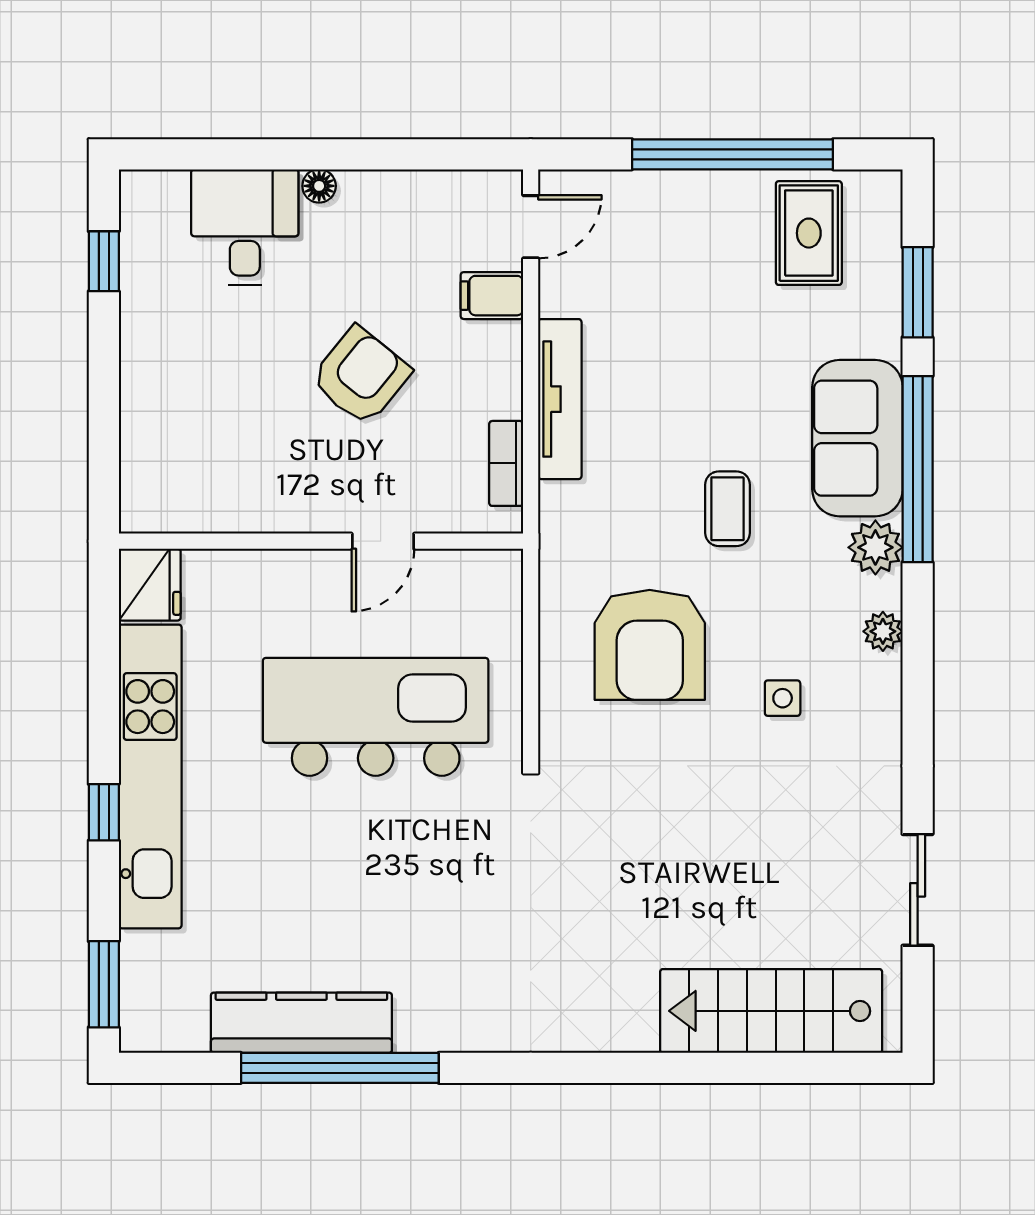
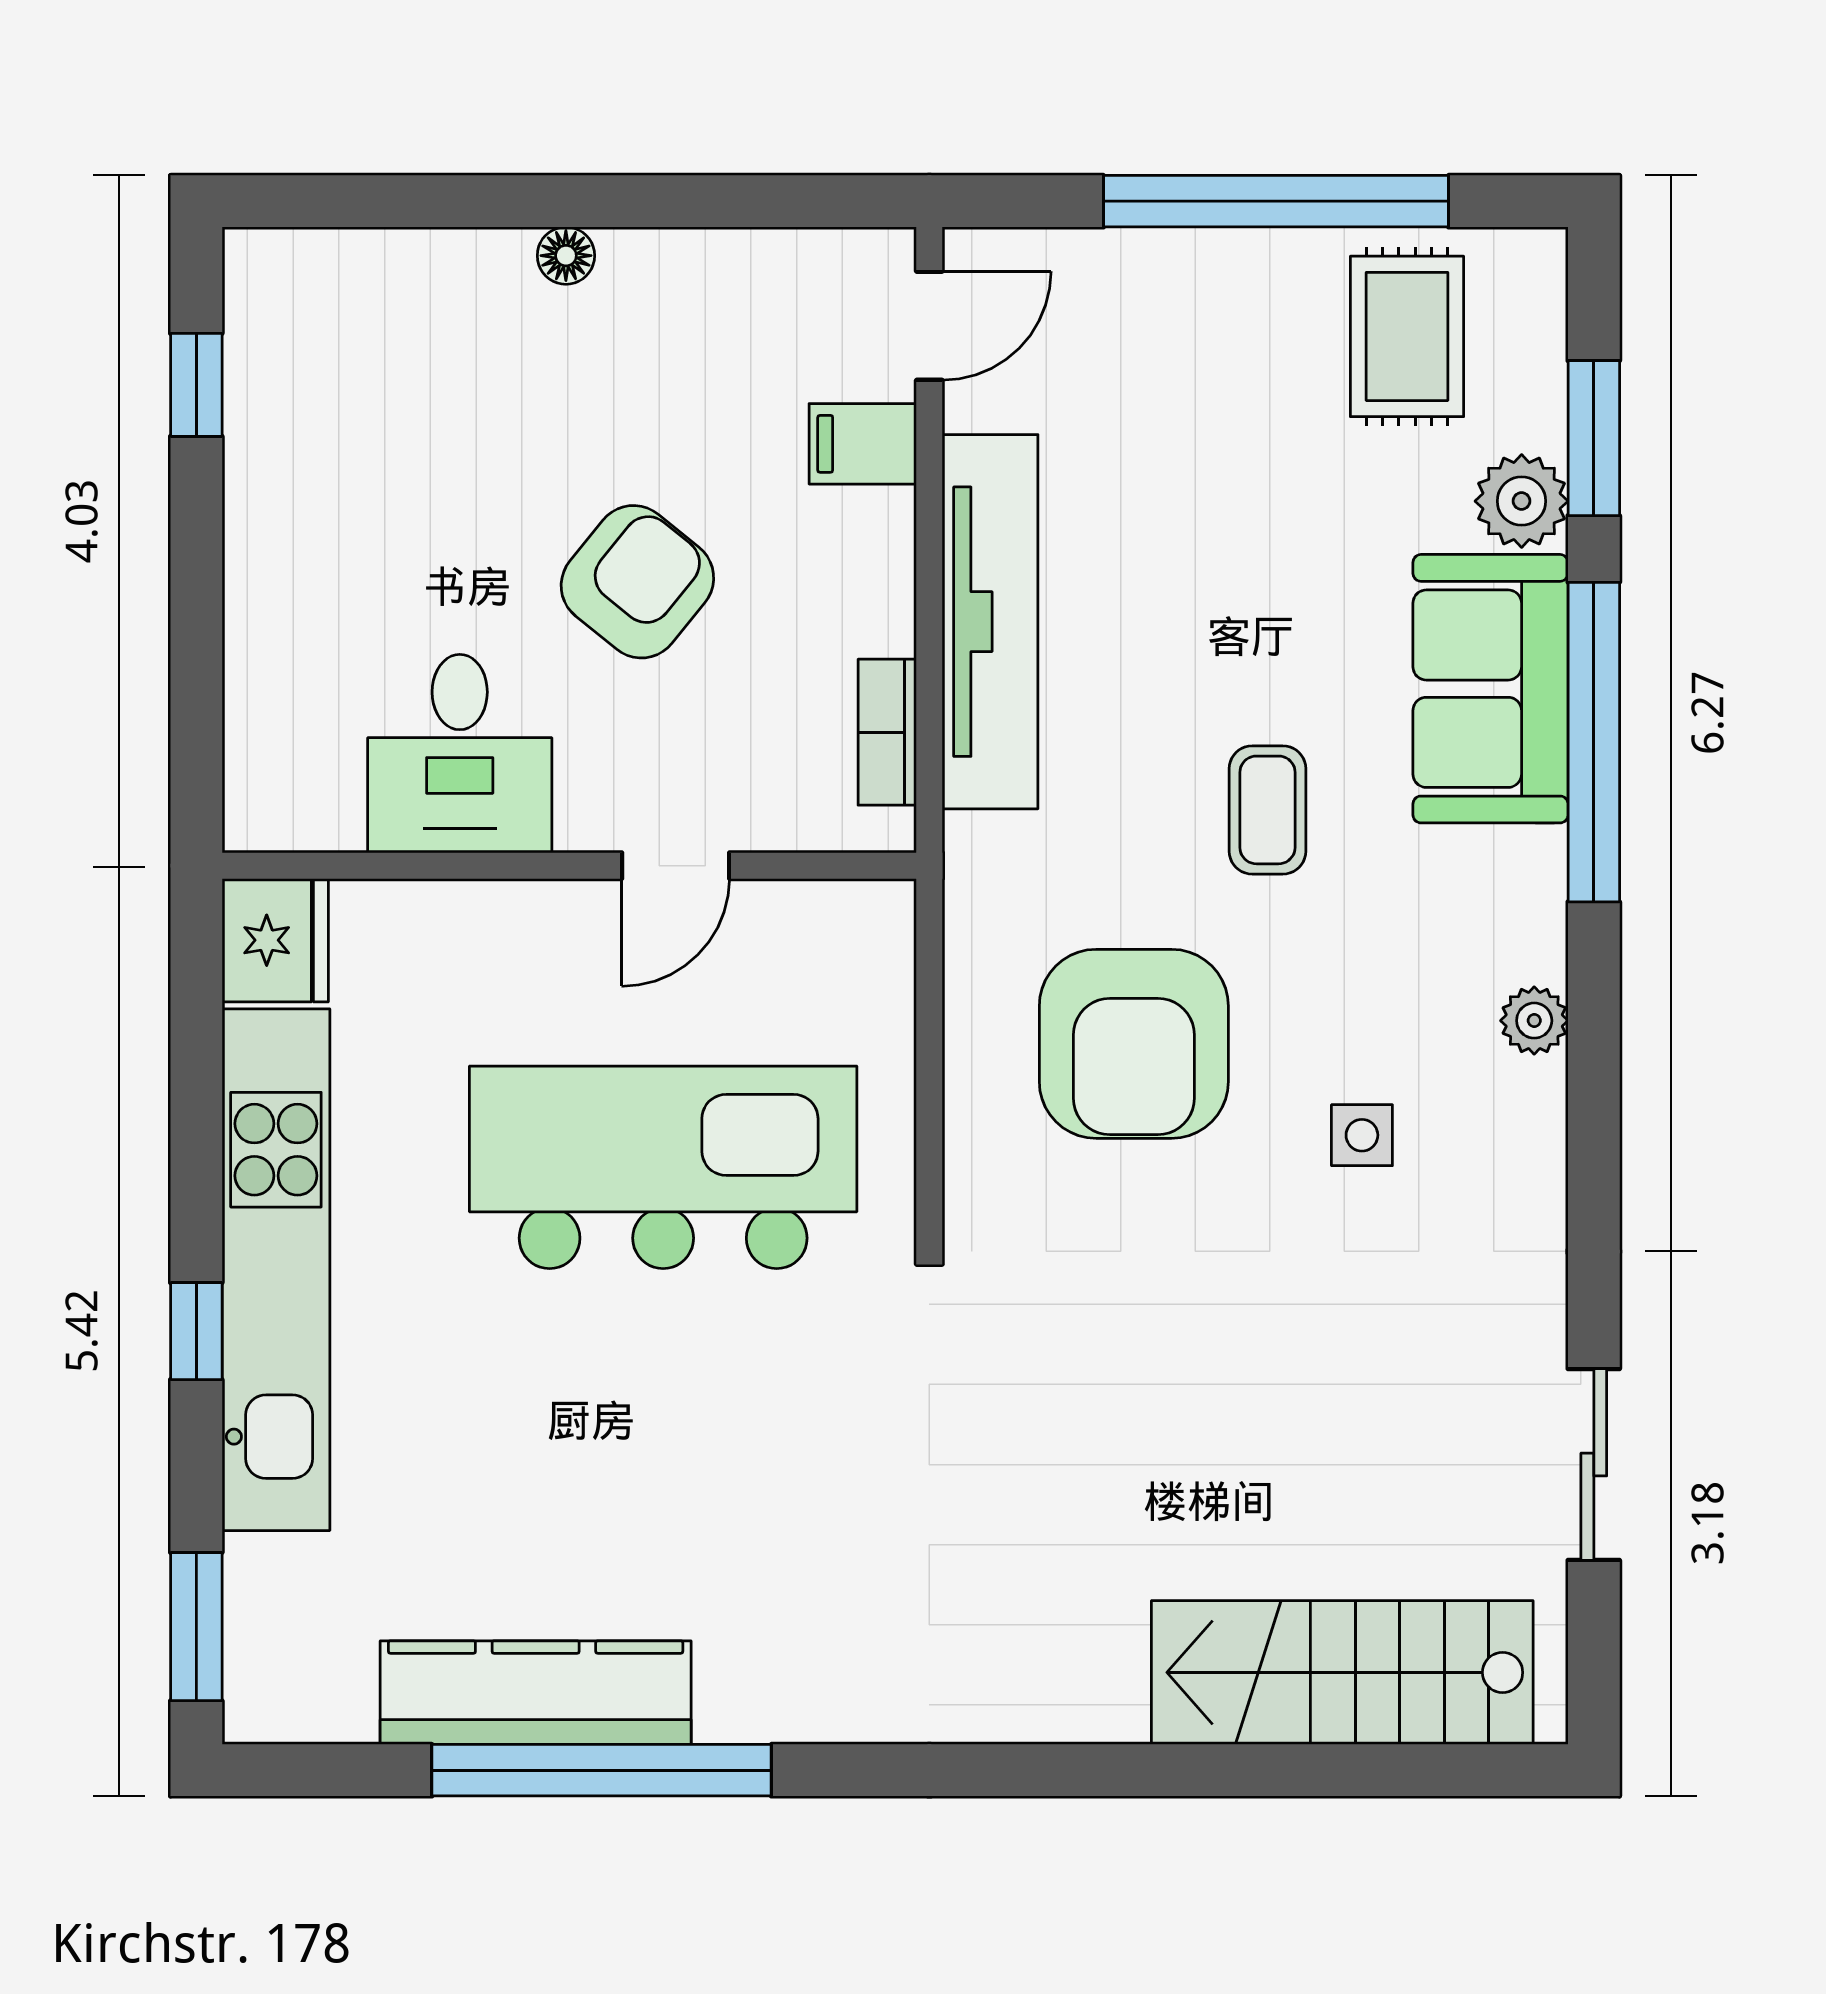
desk: (245, 227) -> (460, 754), moved, turned 180
tv unit: (560, 399) -> (990, 622), width x1.36, depth x1.29
plant: (875, 547) -> (1522, 501), moved

